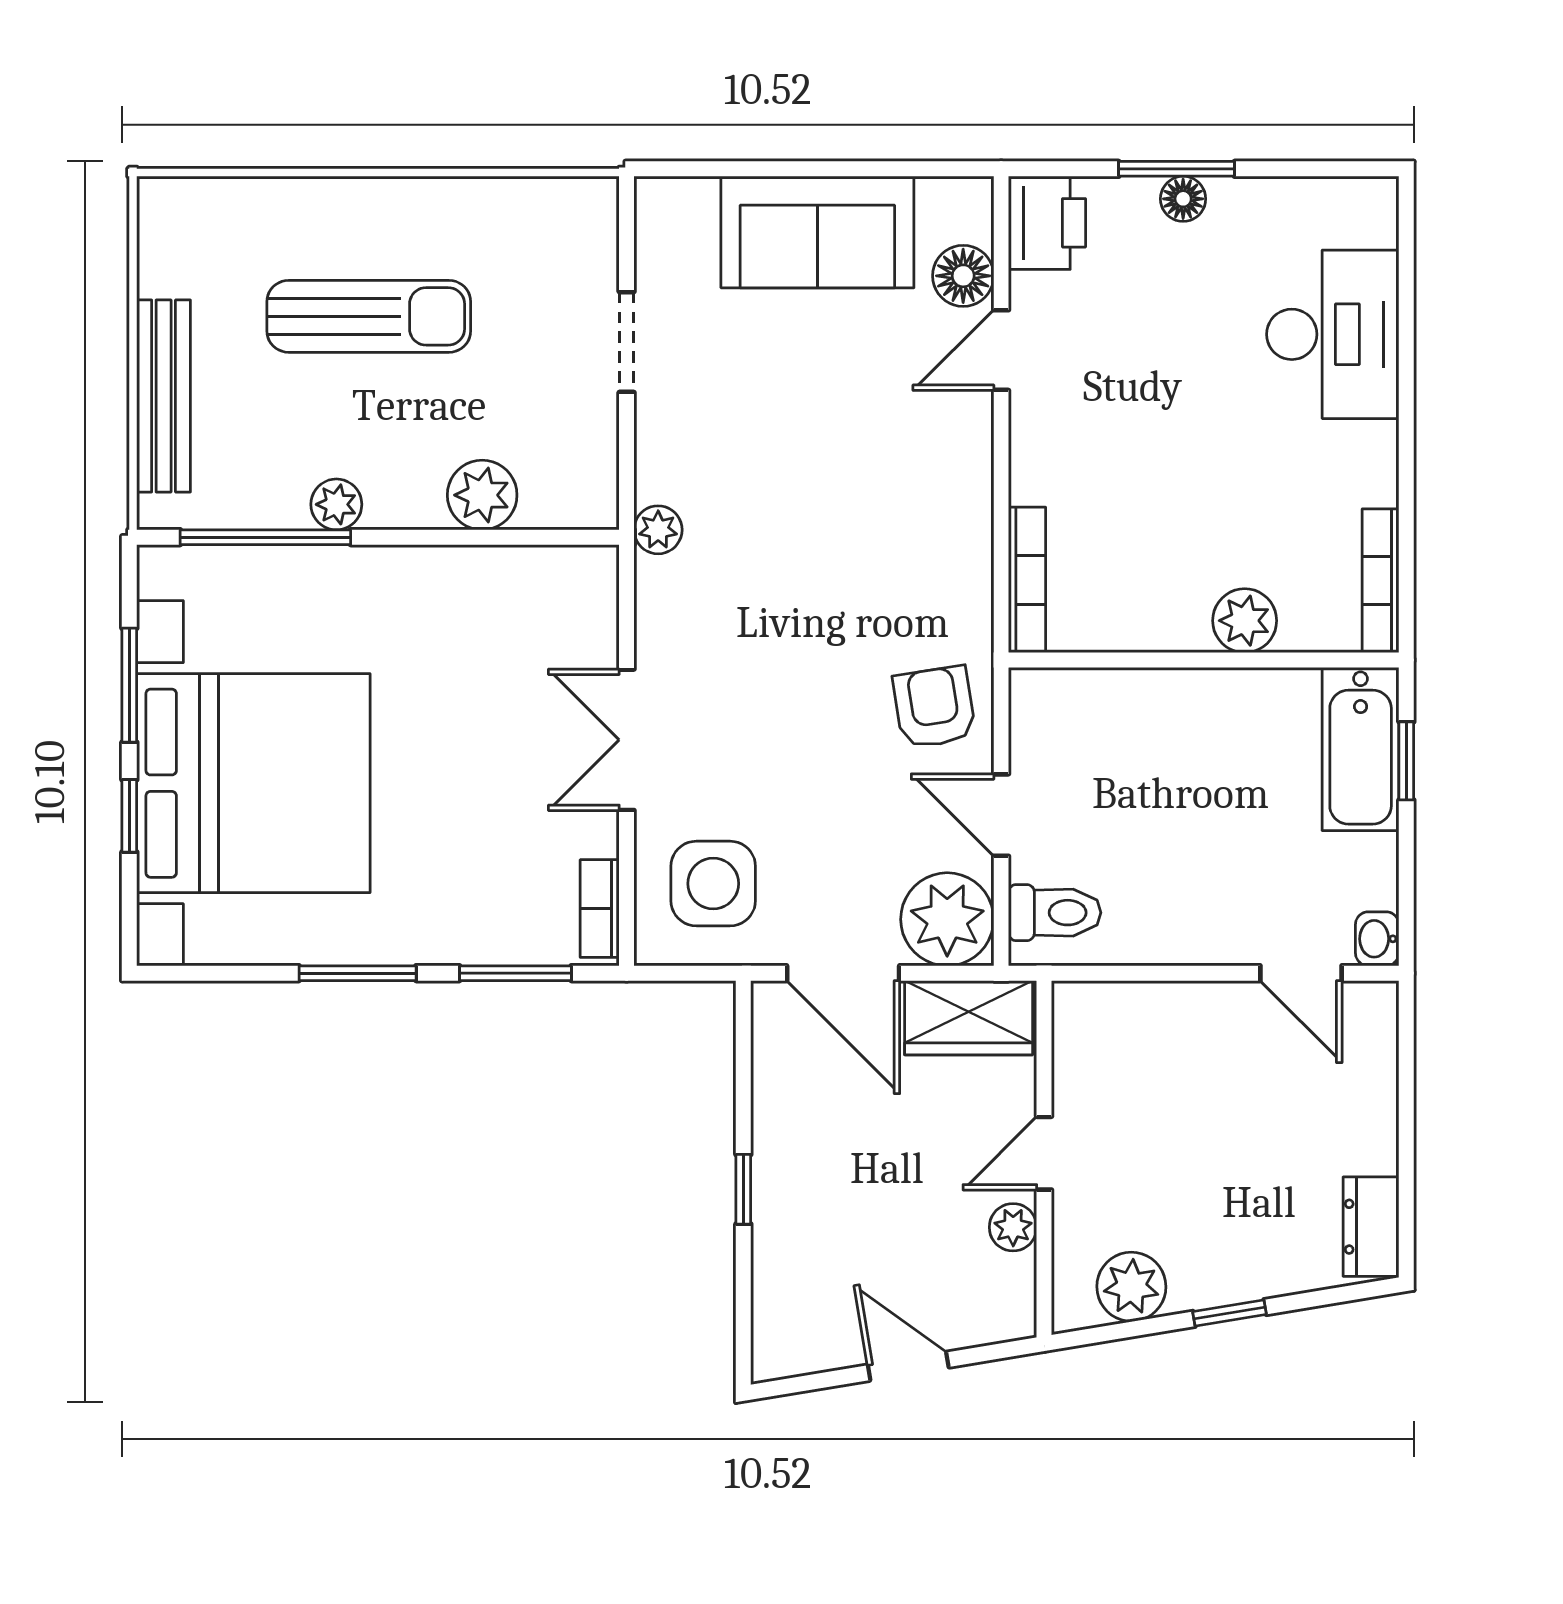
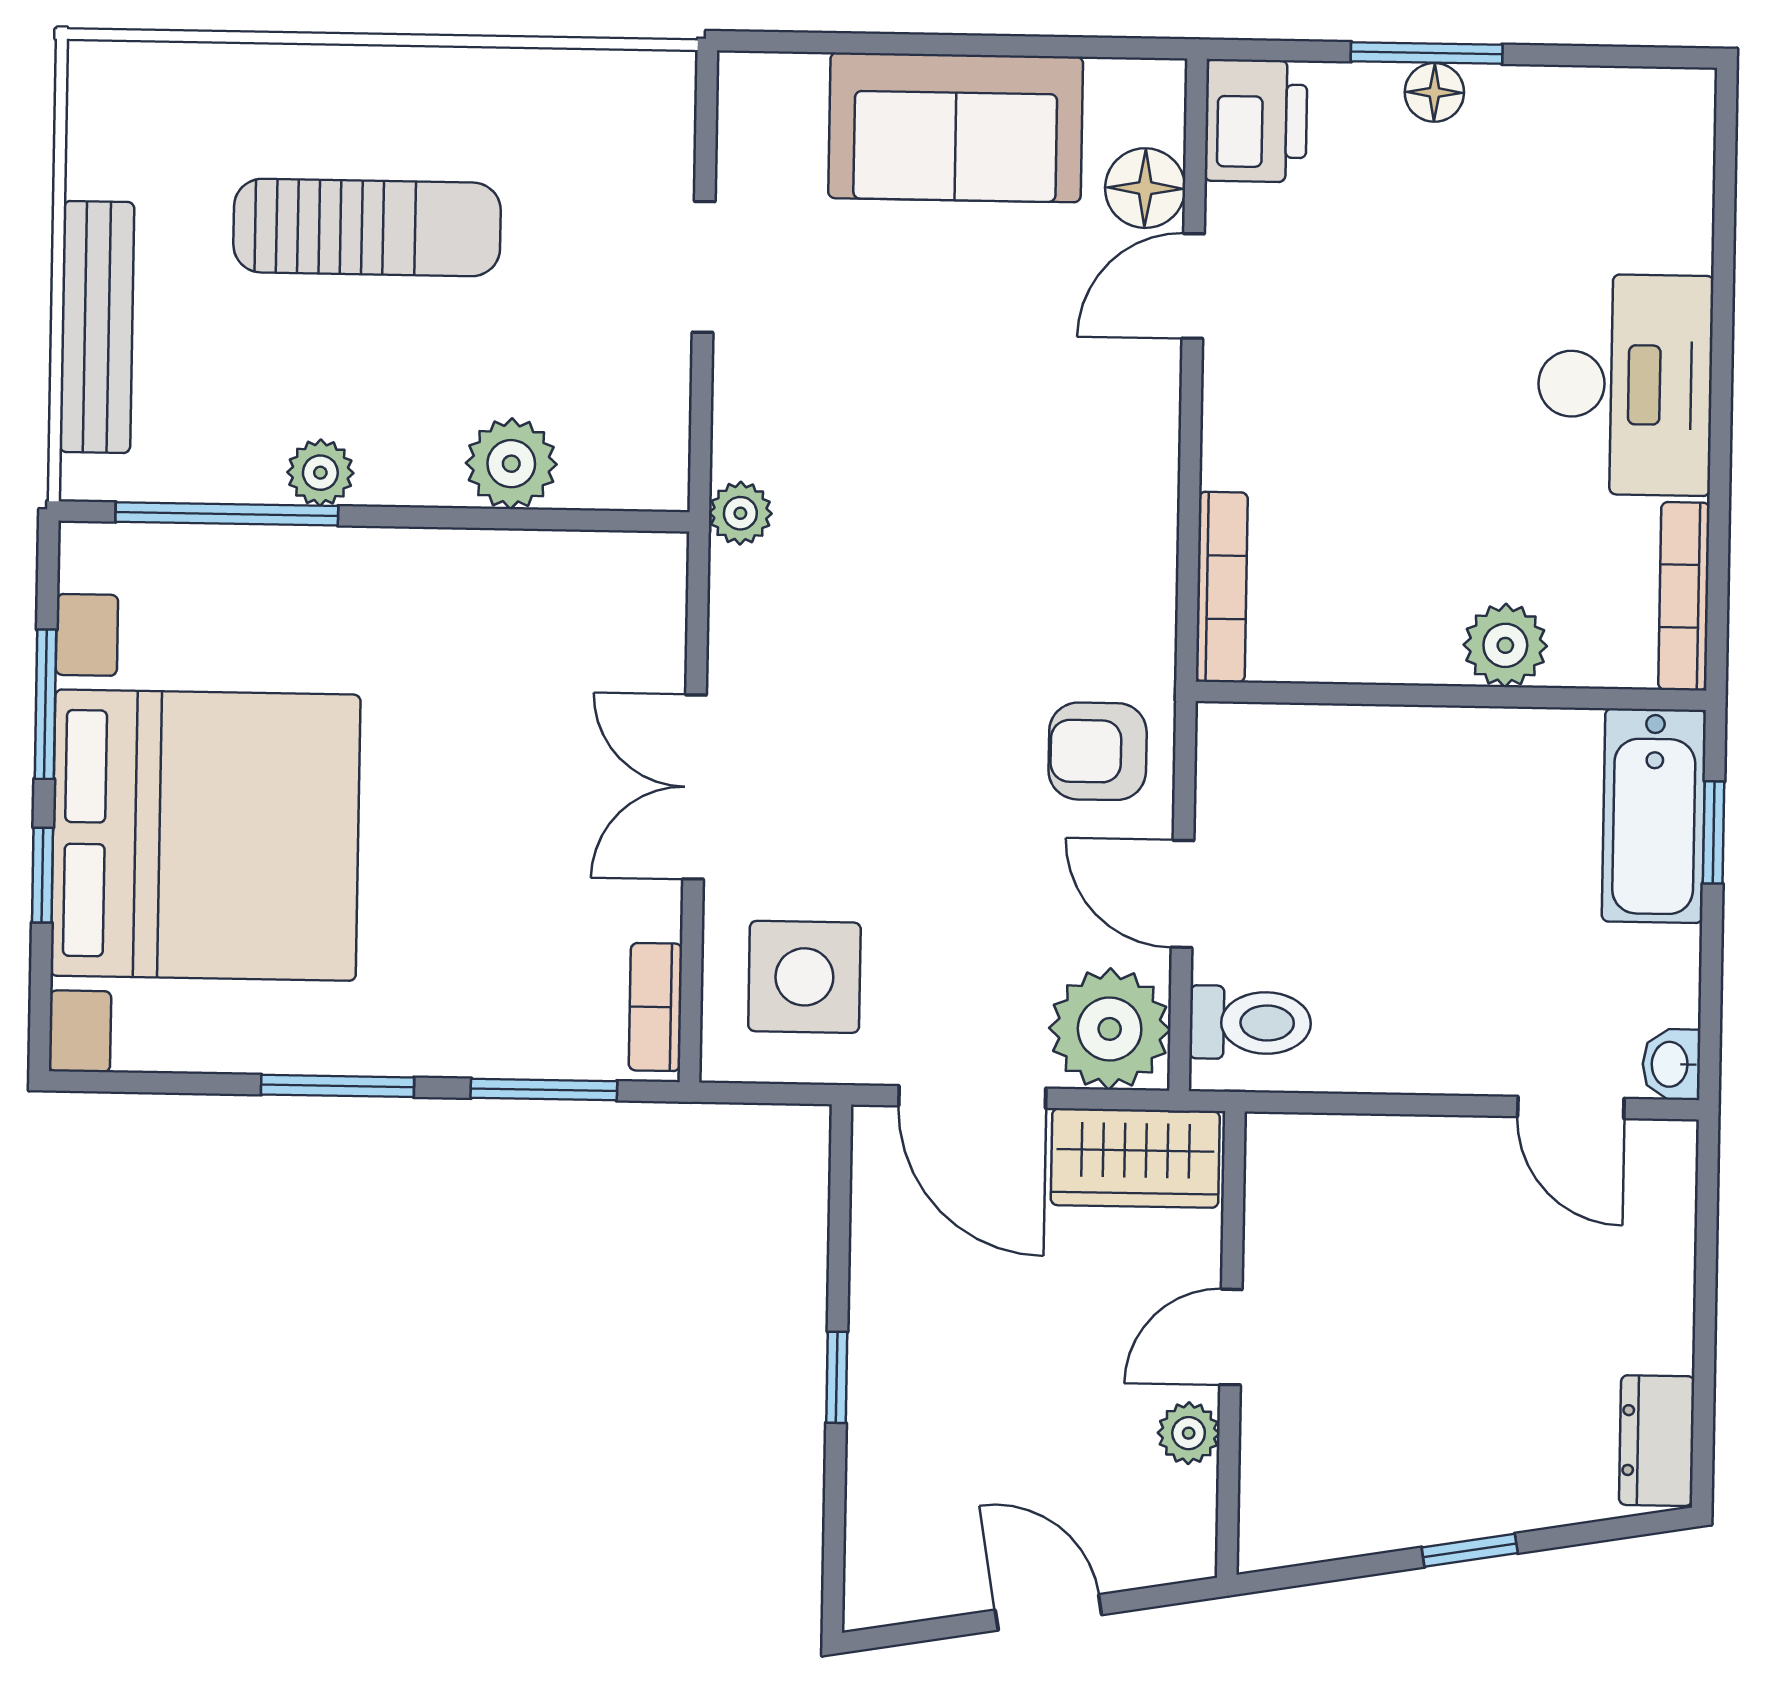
desk: (1333, 334) -> (1625, 385), moved
armchair: (934, 707) -> (1098, 751), turned -81
plant: (1131, 1287) -> (1342, 1514), removed

